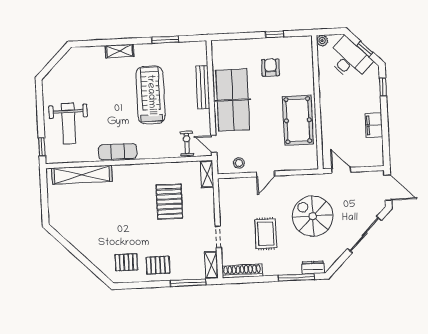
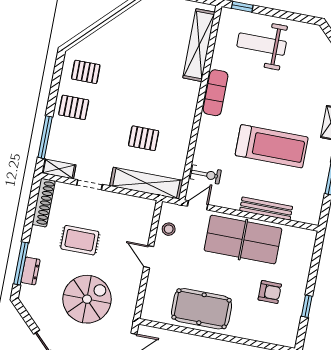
shelving: (207, 174) -> (146, 183), width x2.20, depth x1.33
pallet: (169, 202) -> (144, 138), width x0.67, depth x0.71
pallet: (126, 262) -> (86, 72), turned 90
pallet: (158, 265) -> (74, 107), turned 90
dresser: (313, 267) -> (31, 271), moved

